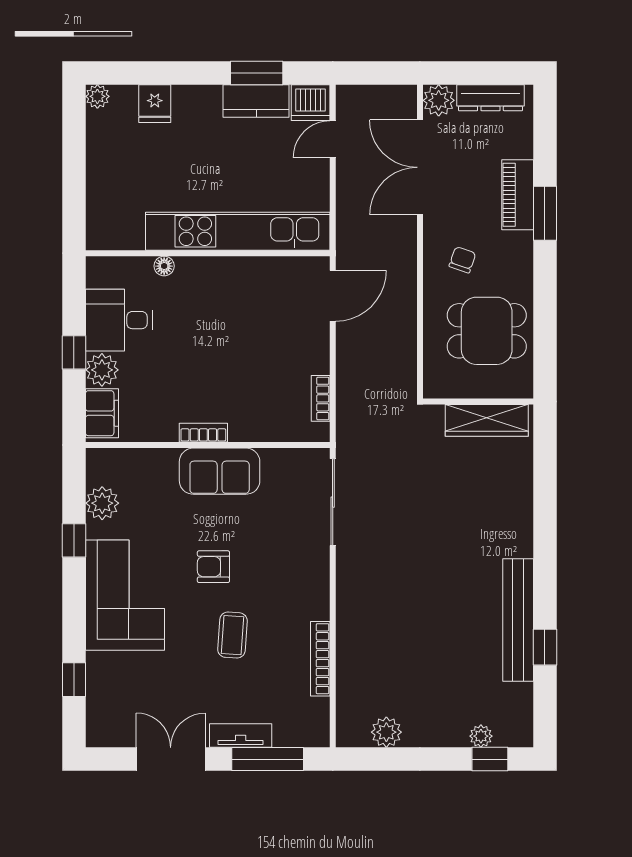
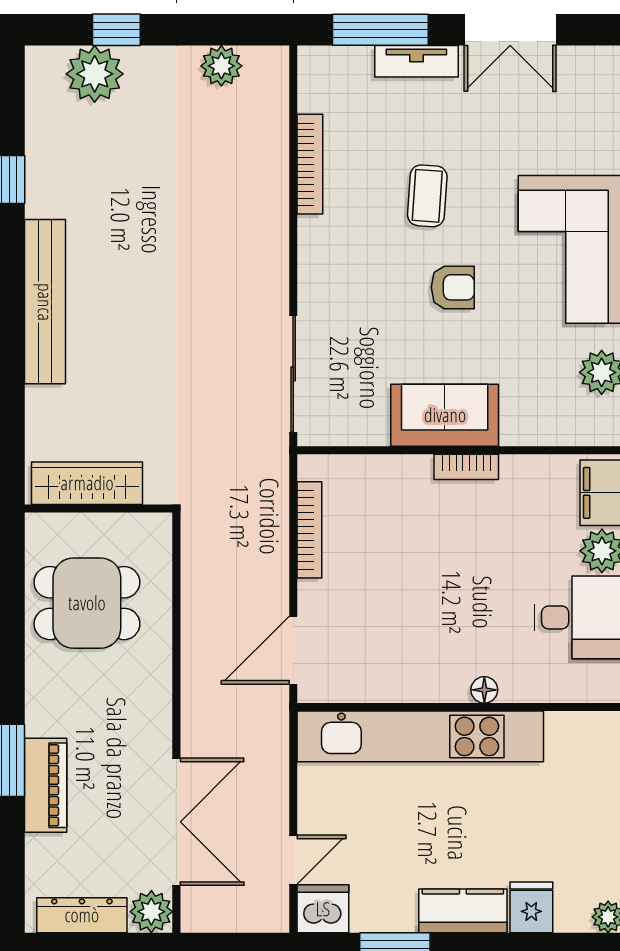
kitchen counter: (256, 101) -> (463, 911), moved
chair: (462, 260) -> (119, 698), removed
floor lamp: (164, 266) -> (484, 690), moved
bookcase: (321, 398) -> (309, 530), width x1.56
bench: (518, 620) -> (45, 302), moved
plant: (481, 736) -> (95, 74), width x1.88, depth x1.88
window: (490, 759) -> (116, 30), moved

